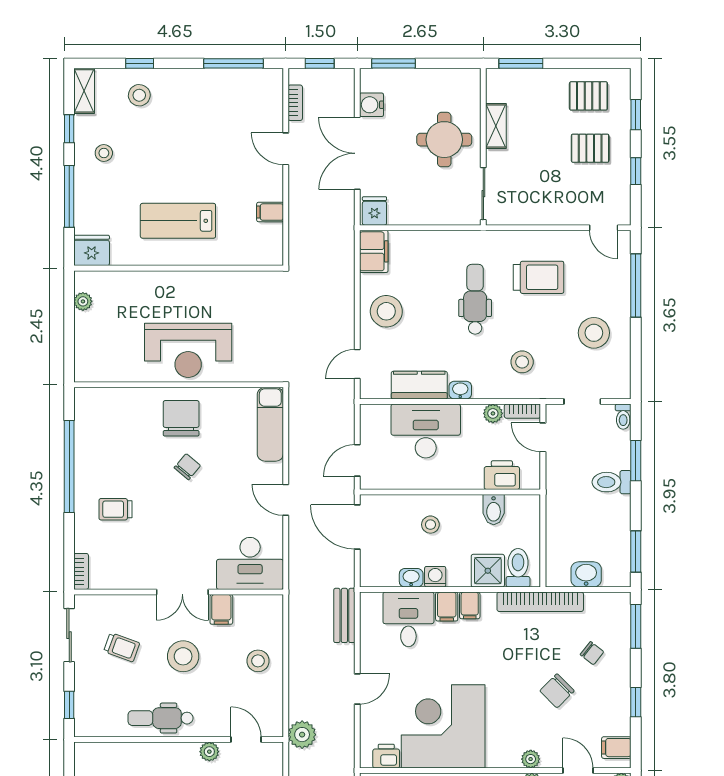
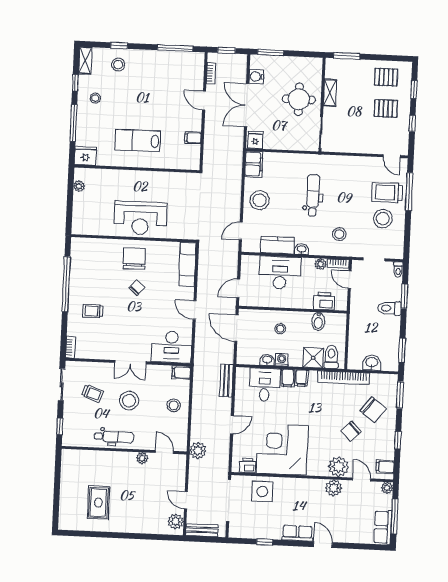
trolley: (539, 277) -> (387, 193), moved, turned 180
filing cabinet: (221, 609) -> (181, 373), moved, turned 90
chair: (592, 653) -> (373, 410), width x1.87, depth x1.87
dental chair: (160, 718) -> (114, 437), turned 180
plant: (531, 759) -> (339, 467), width x1.88, depth x1.88

